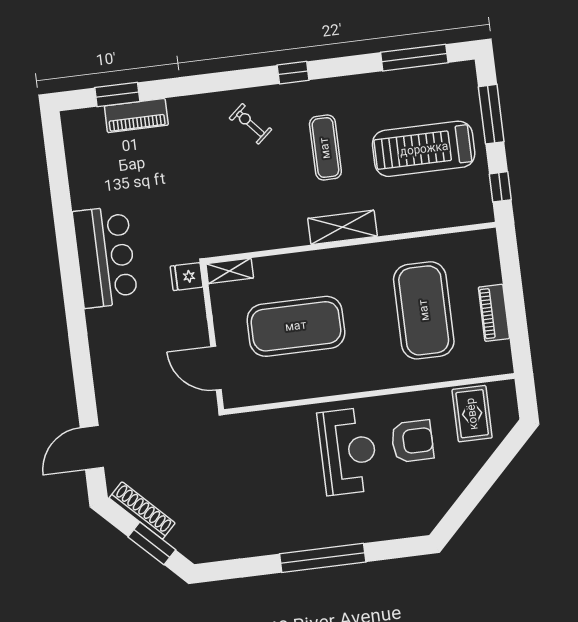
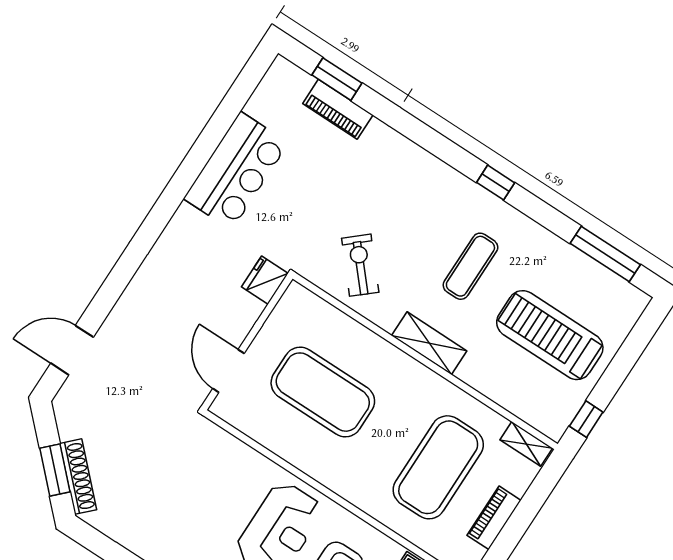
window: (491, 114) -> (629, 353), removed
exercise bike: (250, 124) -> (360, 265), moved, width x1.38, depth x1.39
bar counter: (105, 257) -> (236, 171), moved
shelving: (230, 271) -> (526, 444), moved
fridge: (187, 277) -> (265, 280), width x1.38
shoe rack: (142, 510) -> (78, 477), moved

